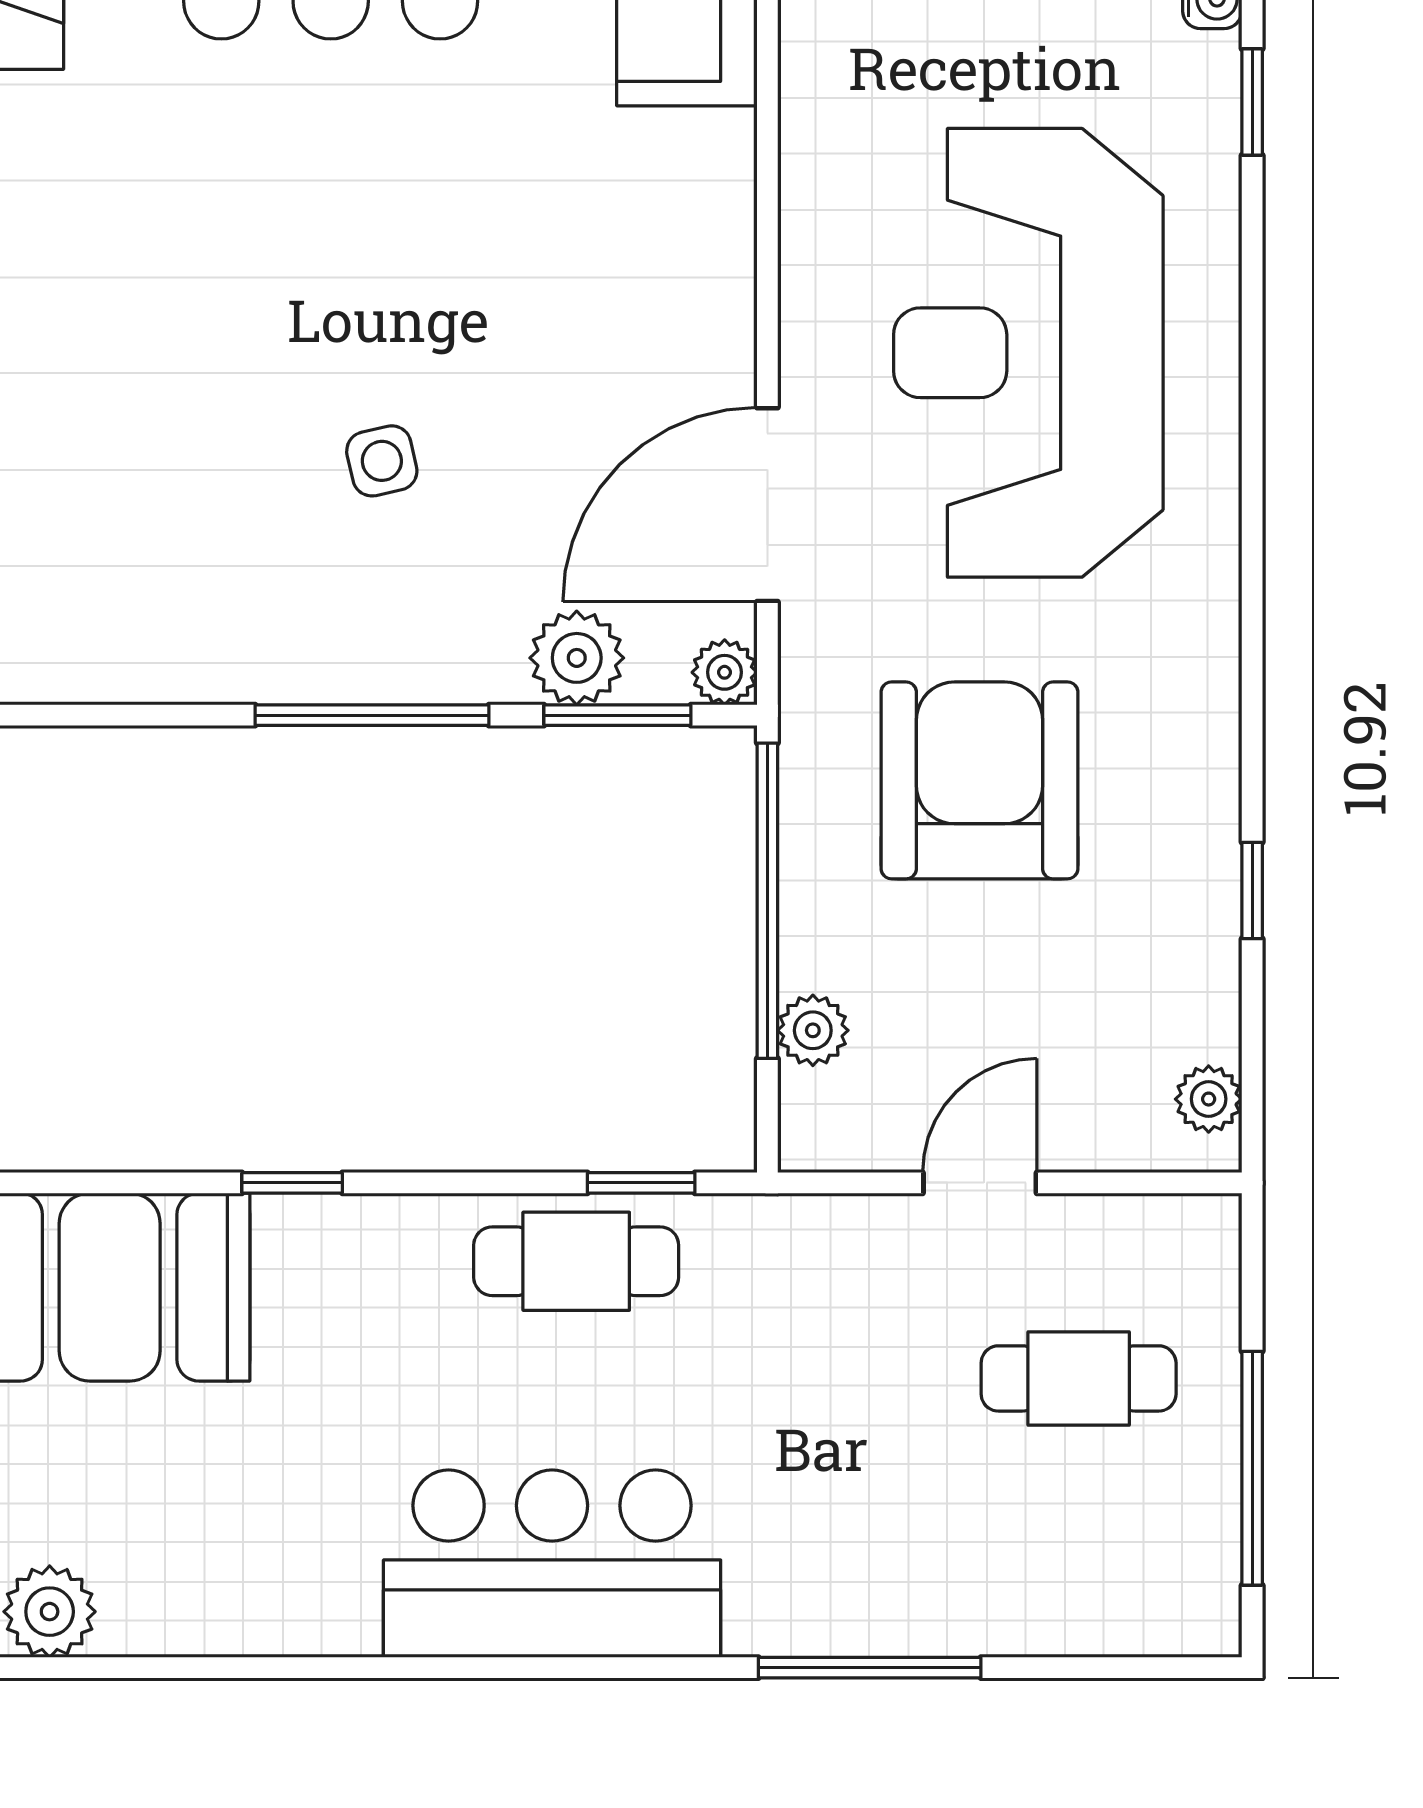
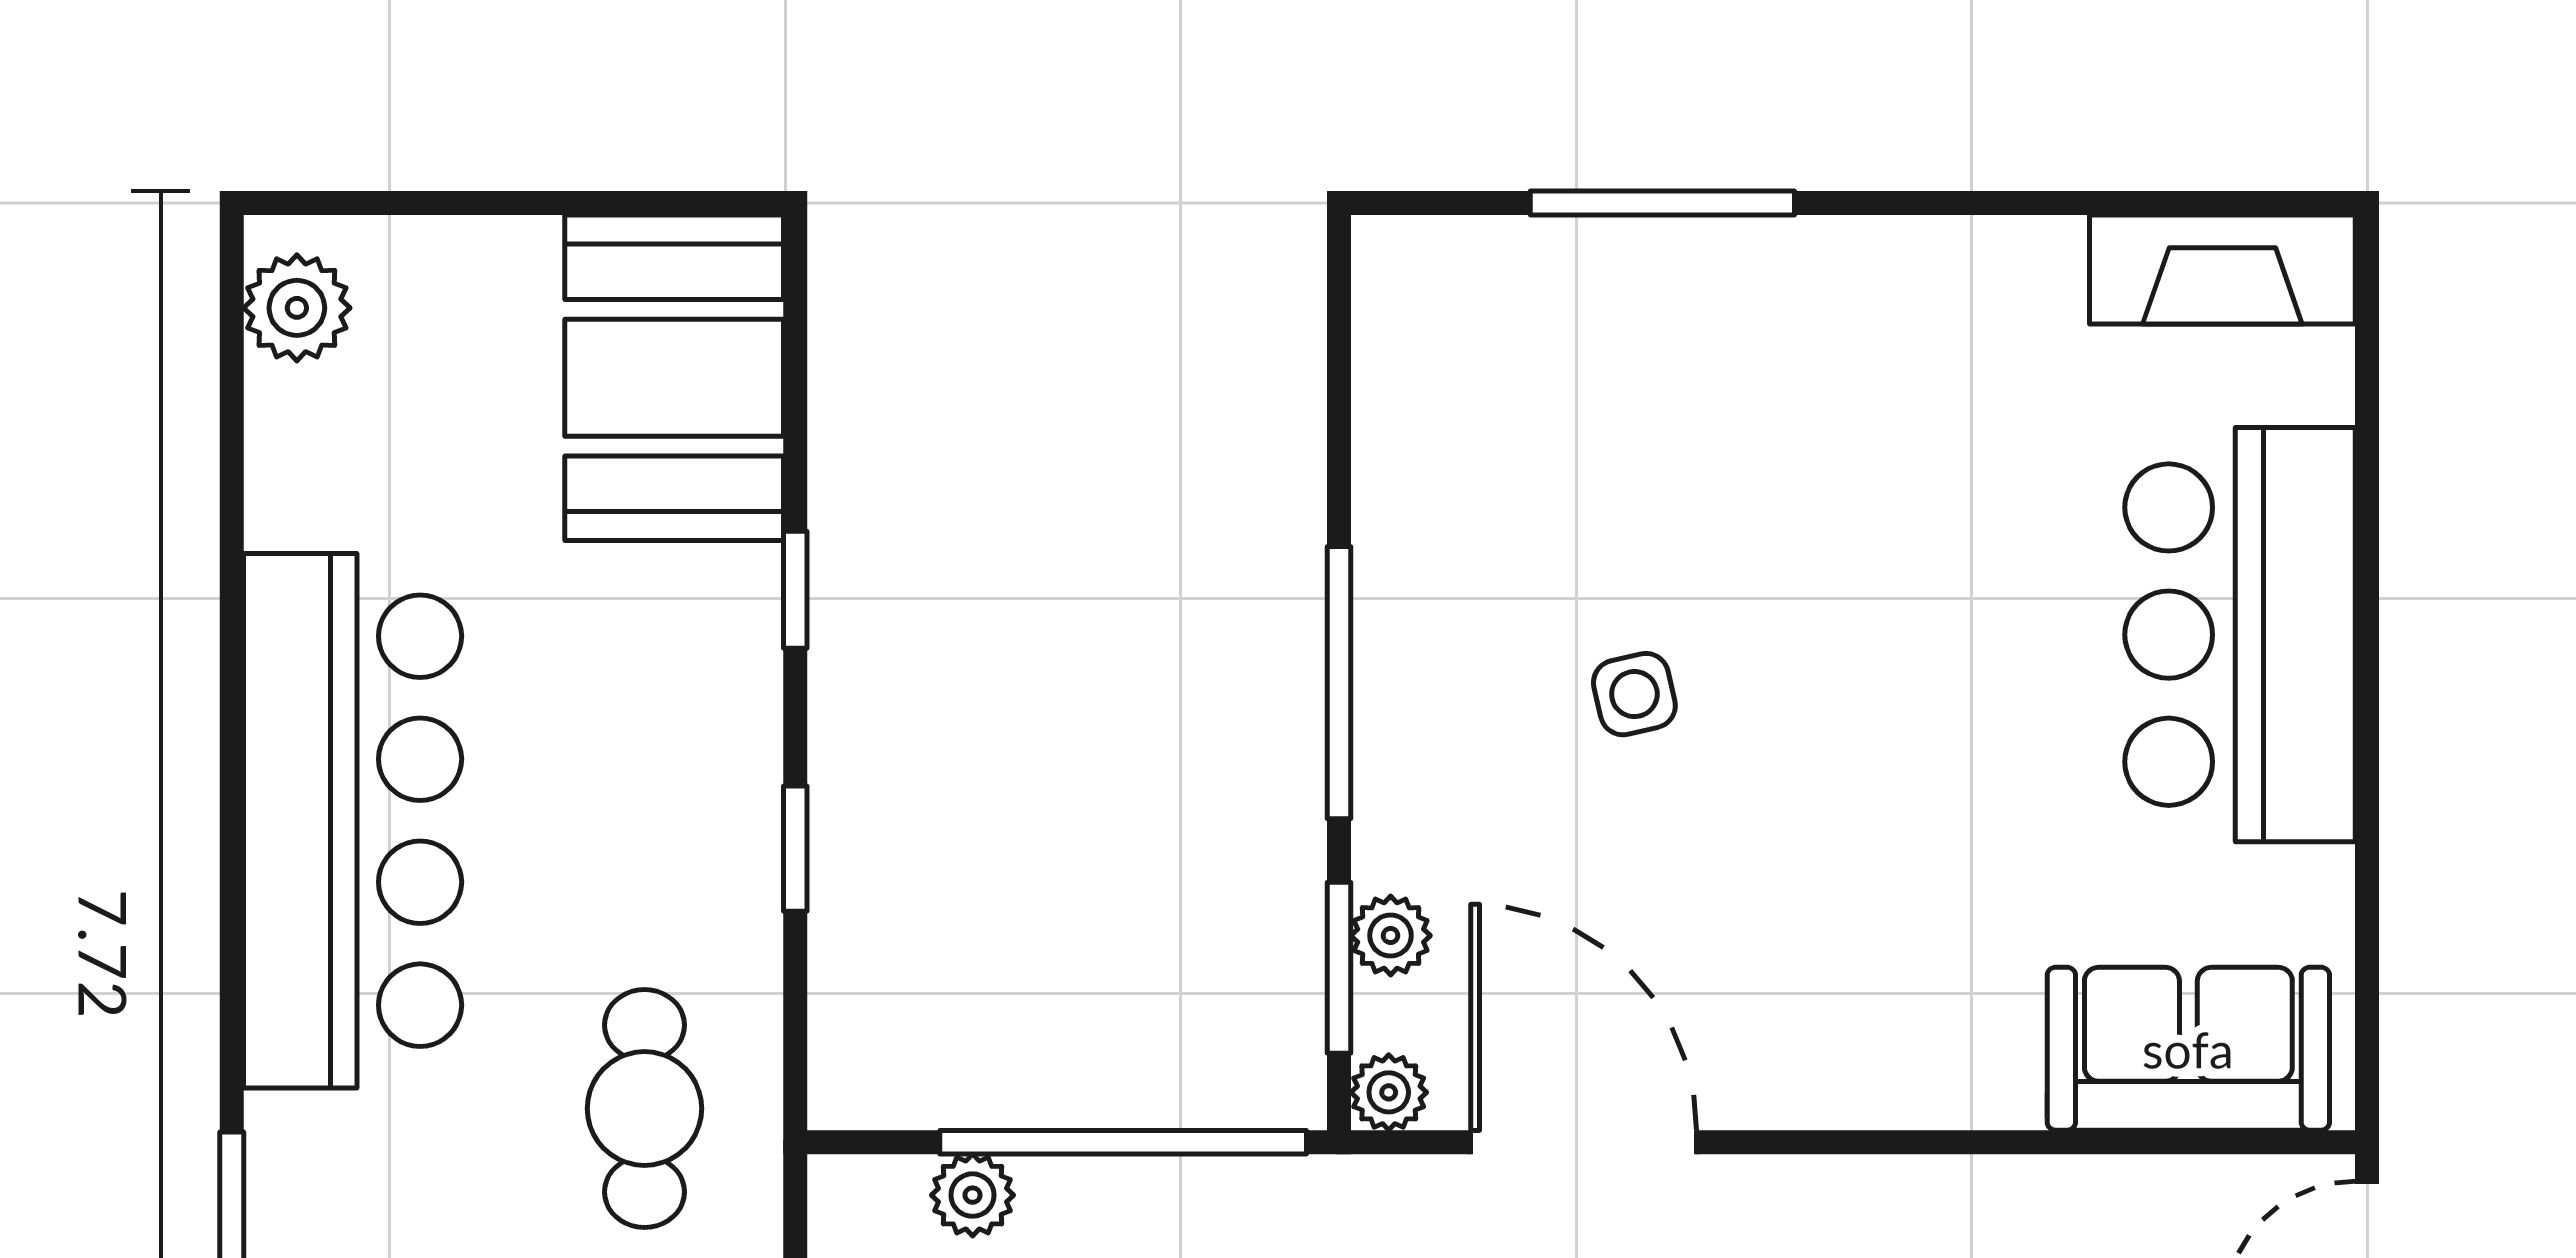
plant: (577, 658) -> (1391, 936), width x0.73, depth x0.73
window: (641, 1183) -> (795, 849), moved
cafe table: (576, 1261) -> (644, 1109), moved
bar counter: (552, 1564) -> (353, 821), width x1.36

